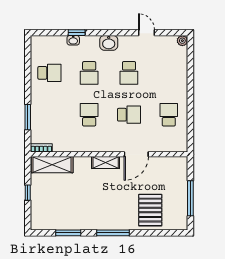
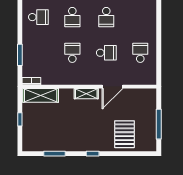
window: (113, 233) -> (93, 154), width x0.46

